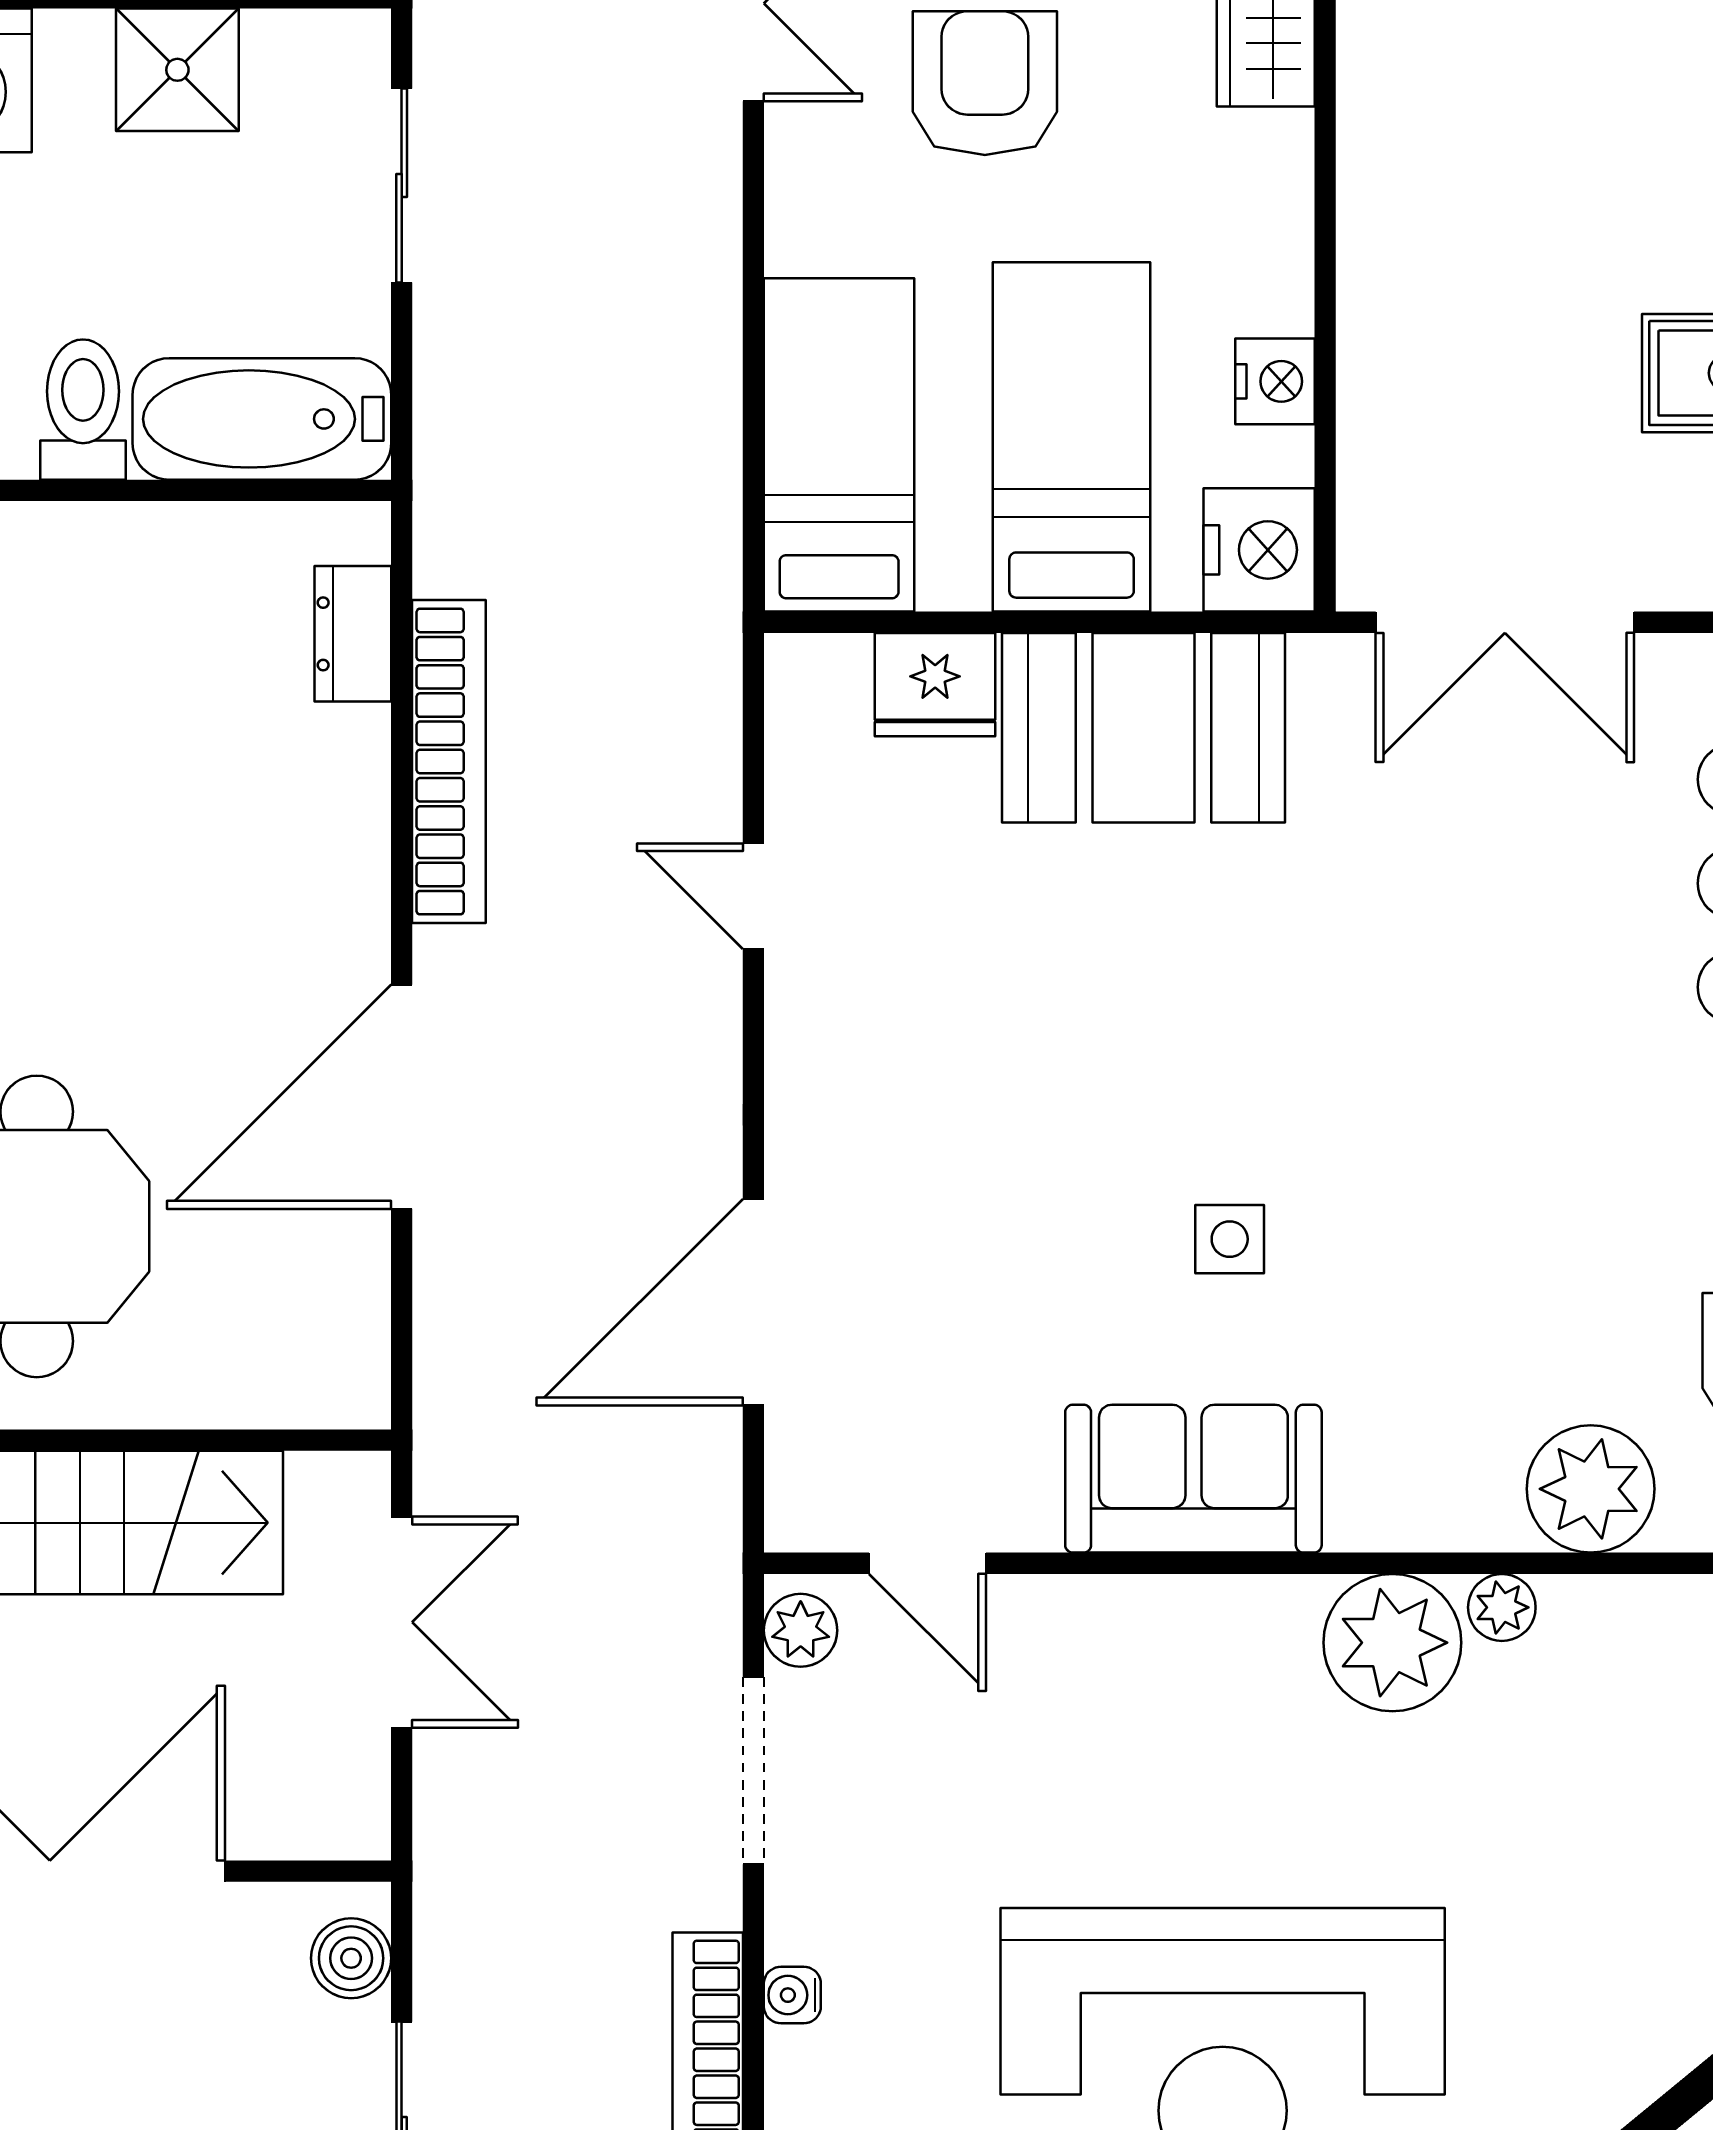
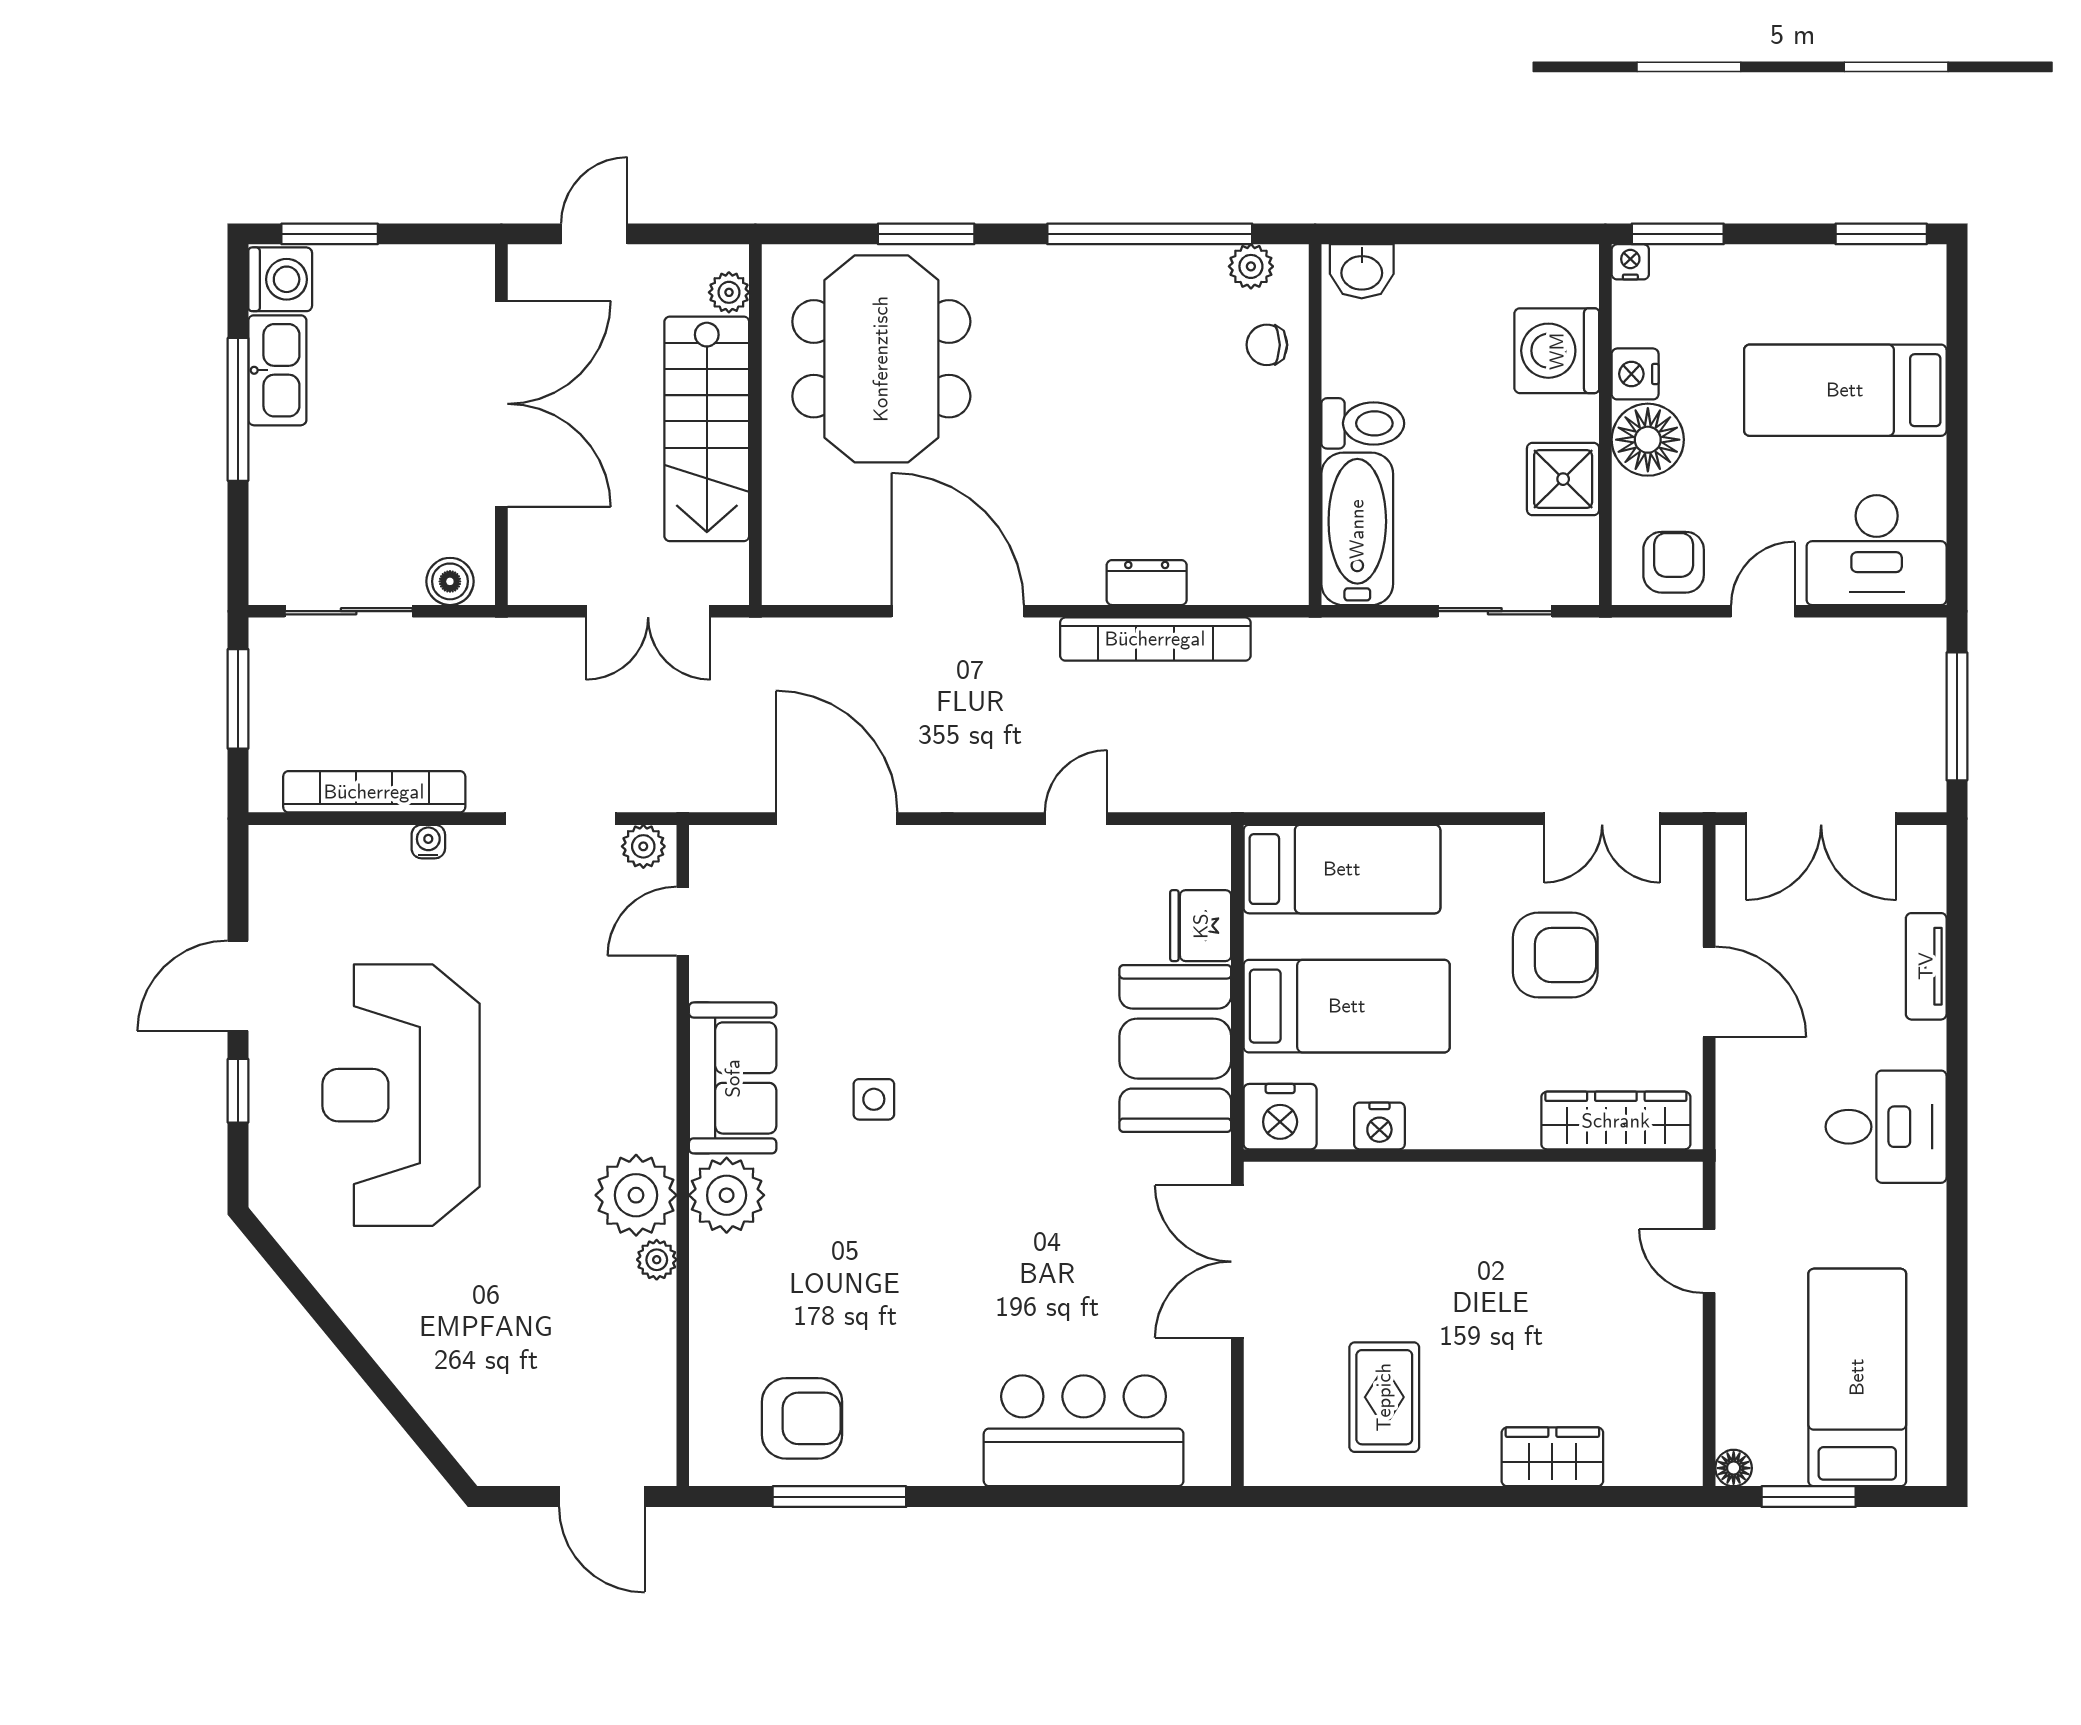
dresser: (353, 634) -> (1147, 583), moved
plant: (1591, 1489) -> (727, 1195), moved

